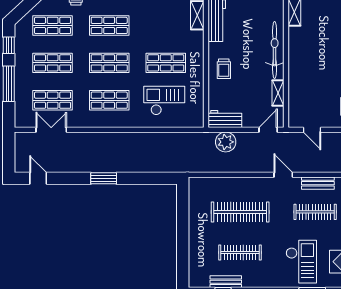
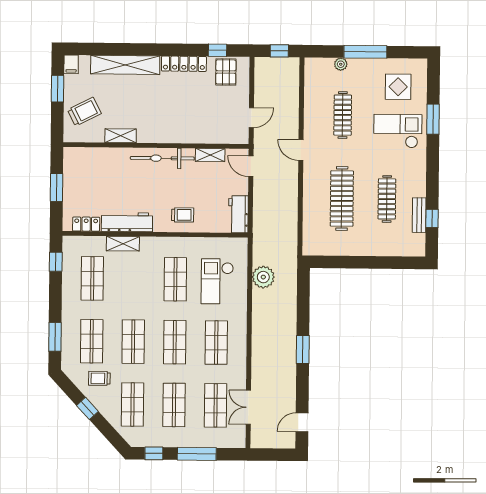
plant: (226, 142) -> (263, 277), moved
door: (283, 175) -> (301, 150), hinge flipped
bench: (318, 183) -> (311, 112), removed

